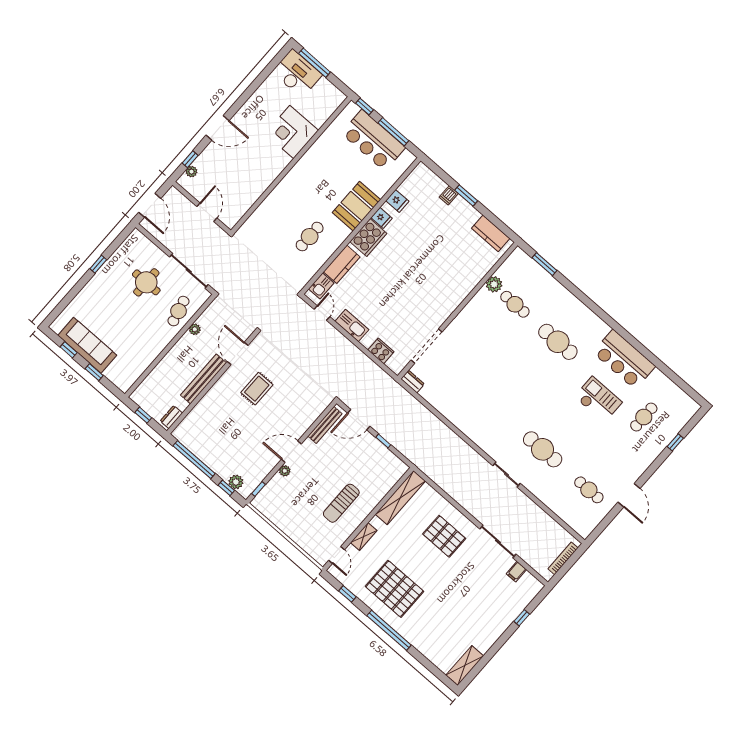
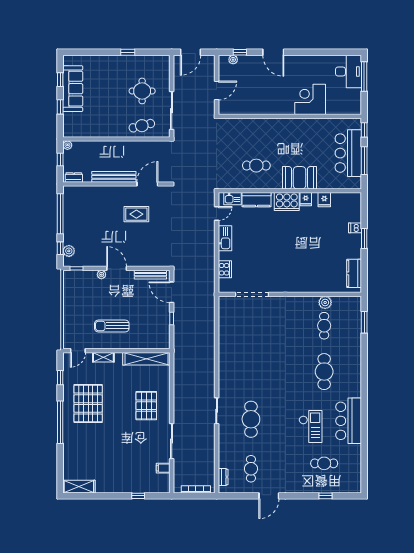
plant: (195, 329) -> (67, 145), moved
dresser: (413, 381) -> (223, 477), moved

